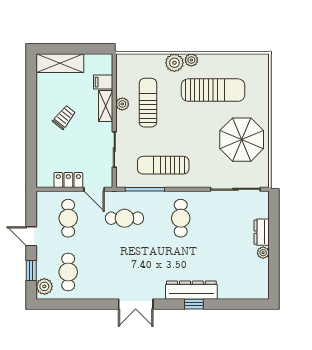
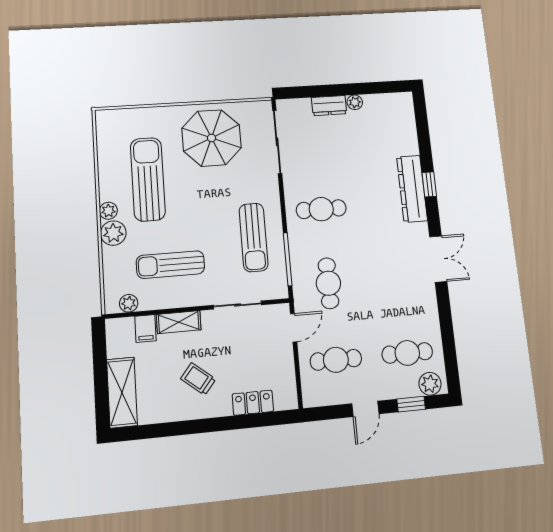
plant: (122, 104) -> (129, 303), moved
locker: (68, 180) -> (253, 403), moved, turned 90

